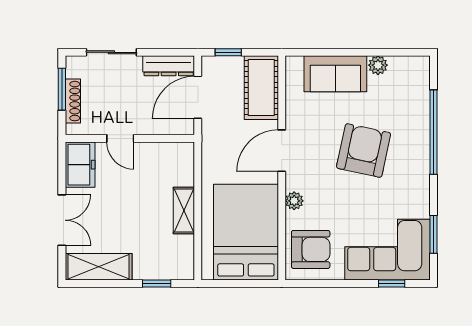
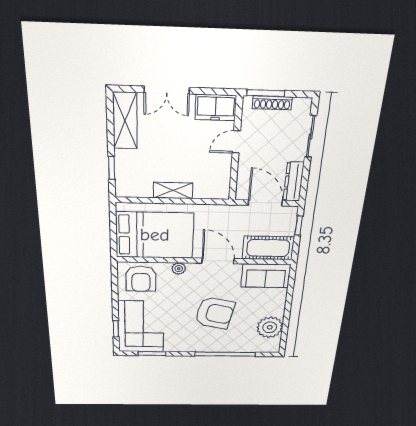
plant: (378, 65) -> (270, 327), width x1.87, depth x1.87
sofa: (335, 74) -> (266, 276), moved, turned -90
window: (62, 89) -> (266, 93), moved

